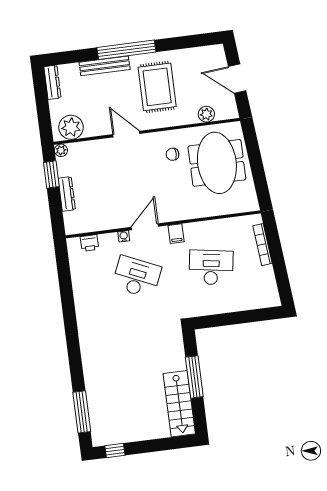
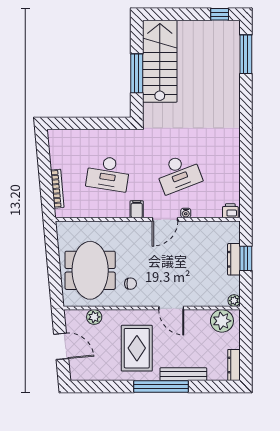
window: (51, 175) -> (246, 258), moved
printer: (89, 243) -> (230, 211), moved
desk: (137, 277) -> (179, 174), turned -45
stairs: (179, 404) -> (160, 61), width x1.36, depth x1.51

